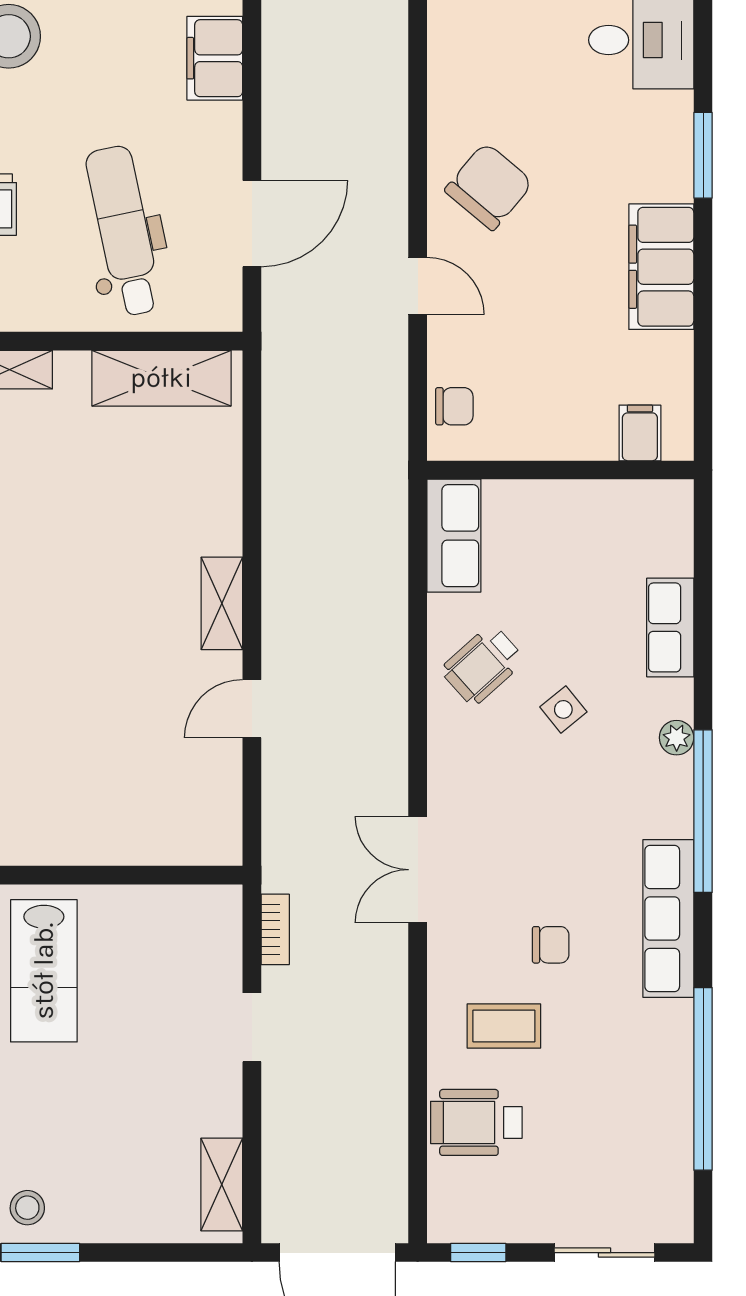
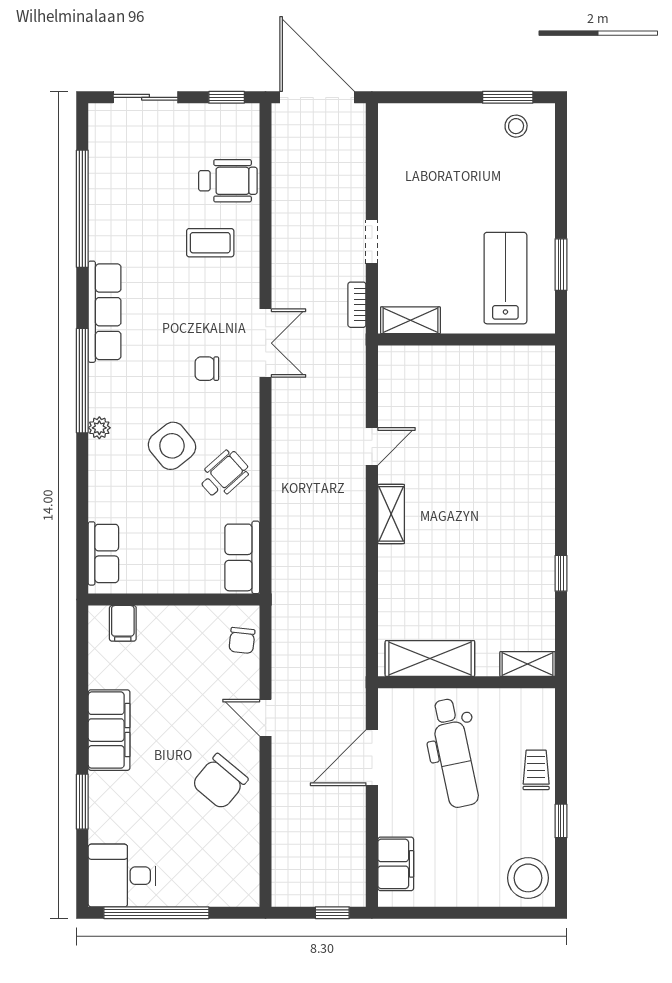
chair: (454, 406) -> (242, 640), turned -84
row of seats: (670, 627) -> (103, 553), moved
side table: (563, 709) -> (172, 446), width x1.87, depth x1.87
chair: (551, 945) -> (207, 369), moved
shelving: (222, 1185) -> (410, 320), moved, turned 90

